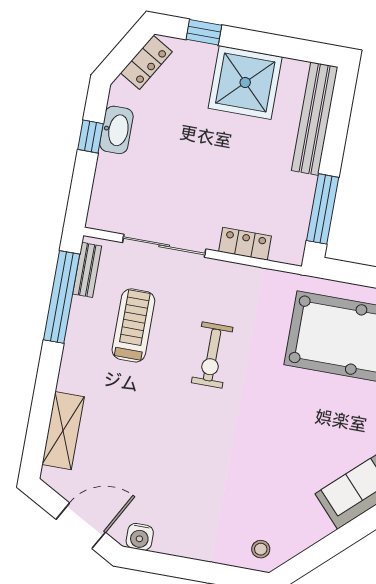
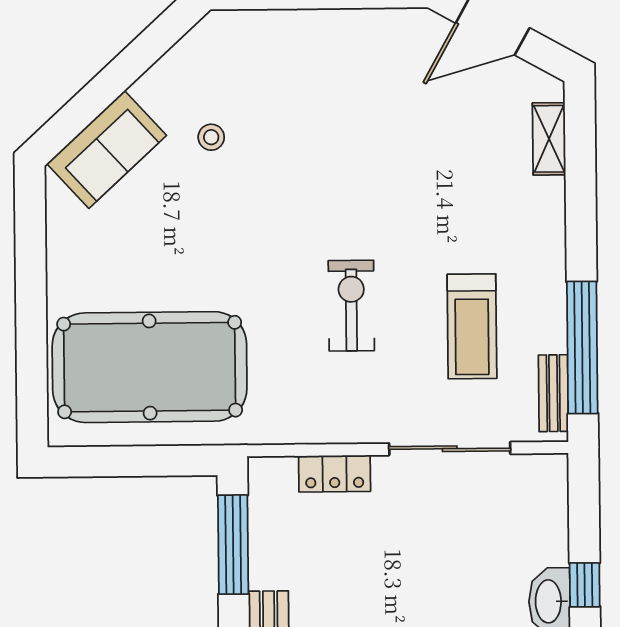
shelving: (63, 431) -> (549, 139), width x0.67, depth x0.75
water cooler: (140, 537) -> (405, 26), removed
stool: (261, 549) -> (211, 137), moved

